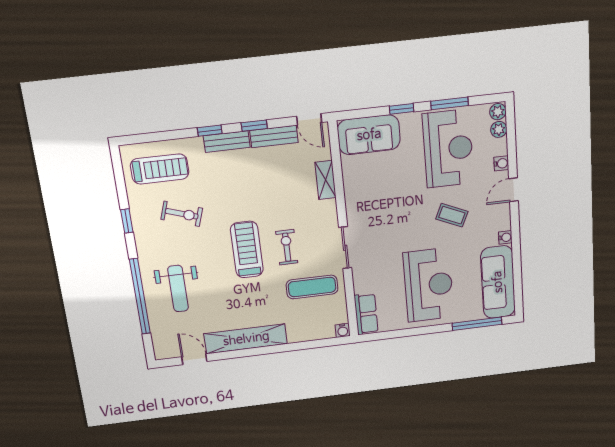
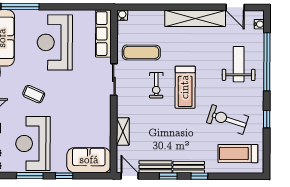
exercise bike: (182, 214) -> (228, 120), width x1.38, depth x1.39
row of seats: (366, 314) -> (103, 34), width x1.48
water cooler: (159, 343) -> (259, 24), added

